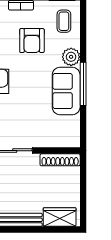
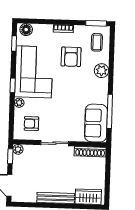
window: (83, 84) -> (110, 111), moved
sofa: (66, 91) -> (96, 123), moved

